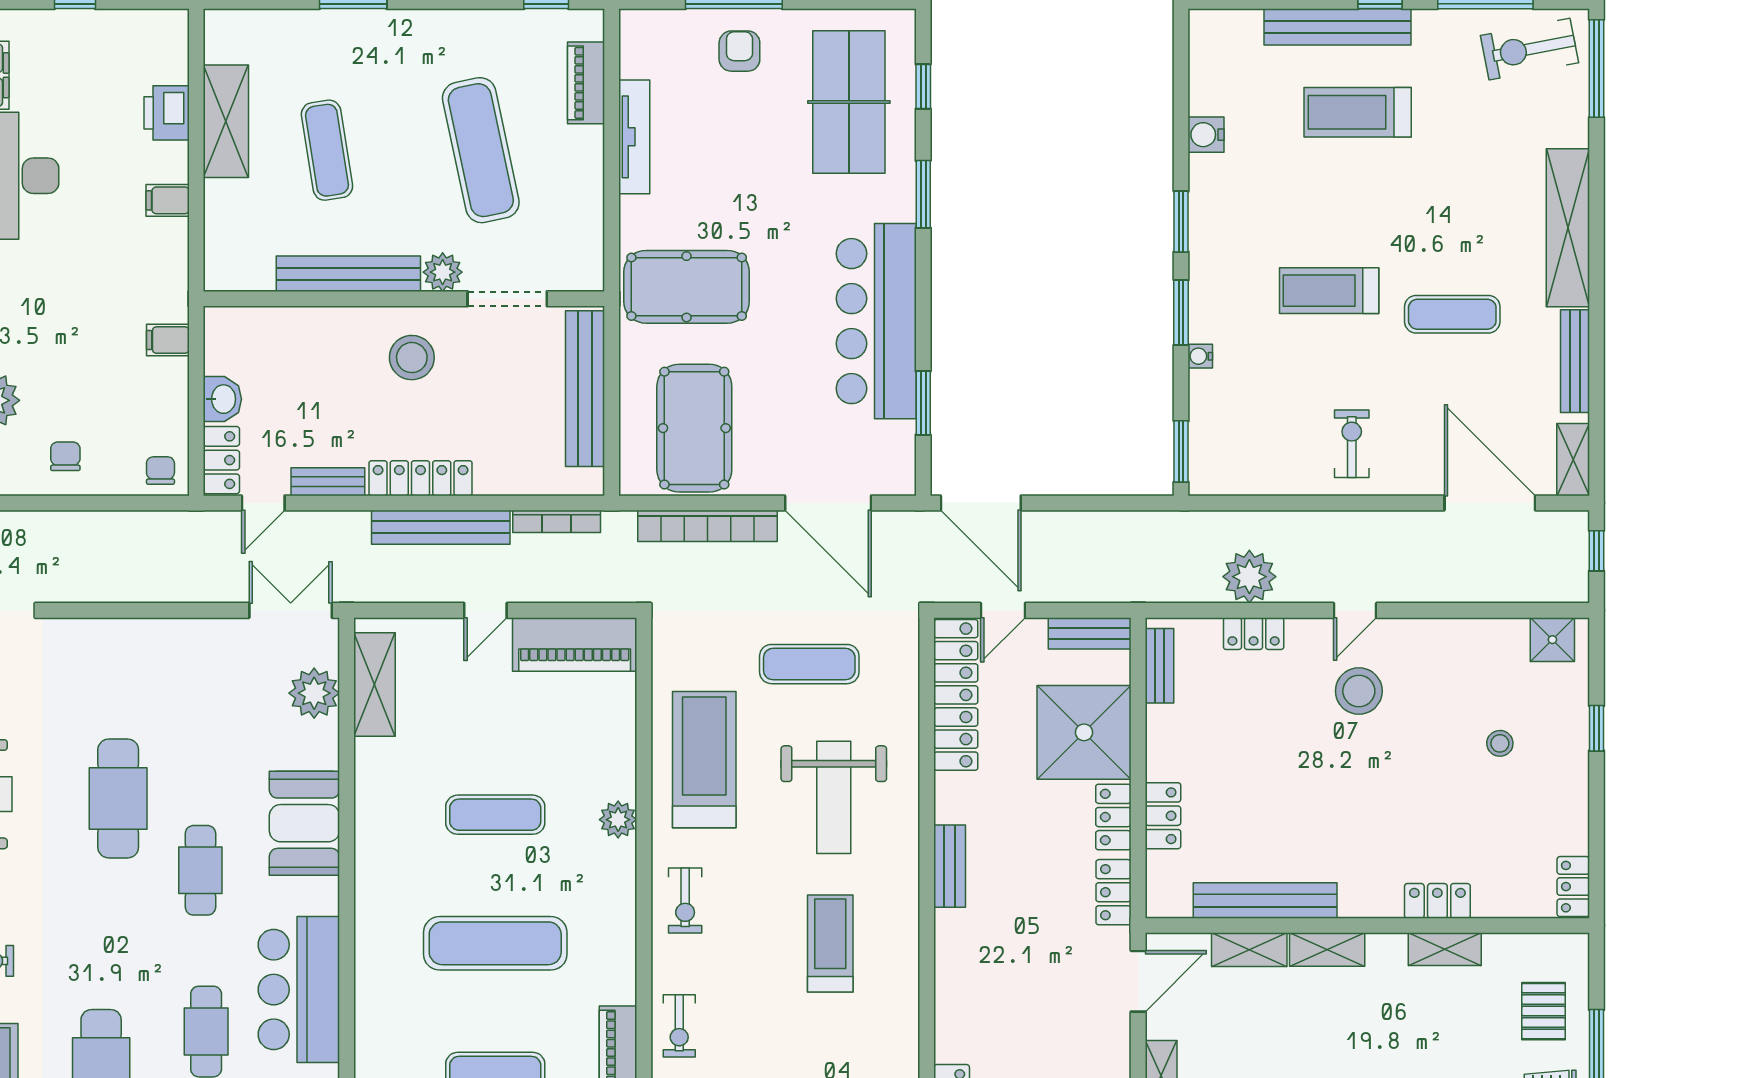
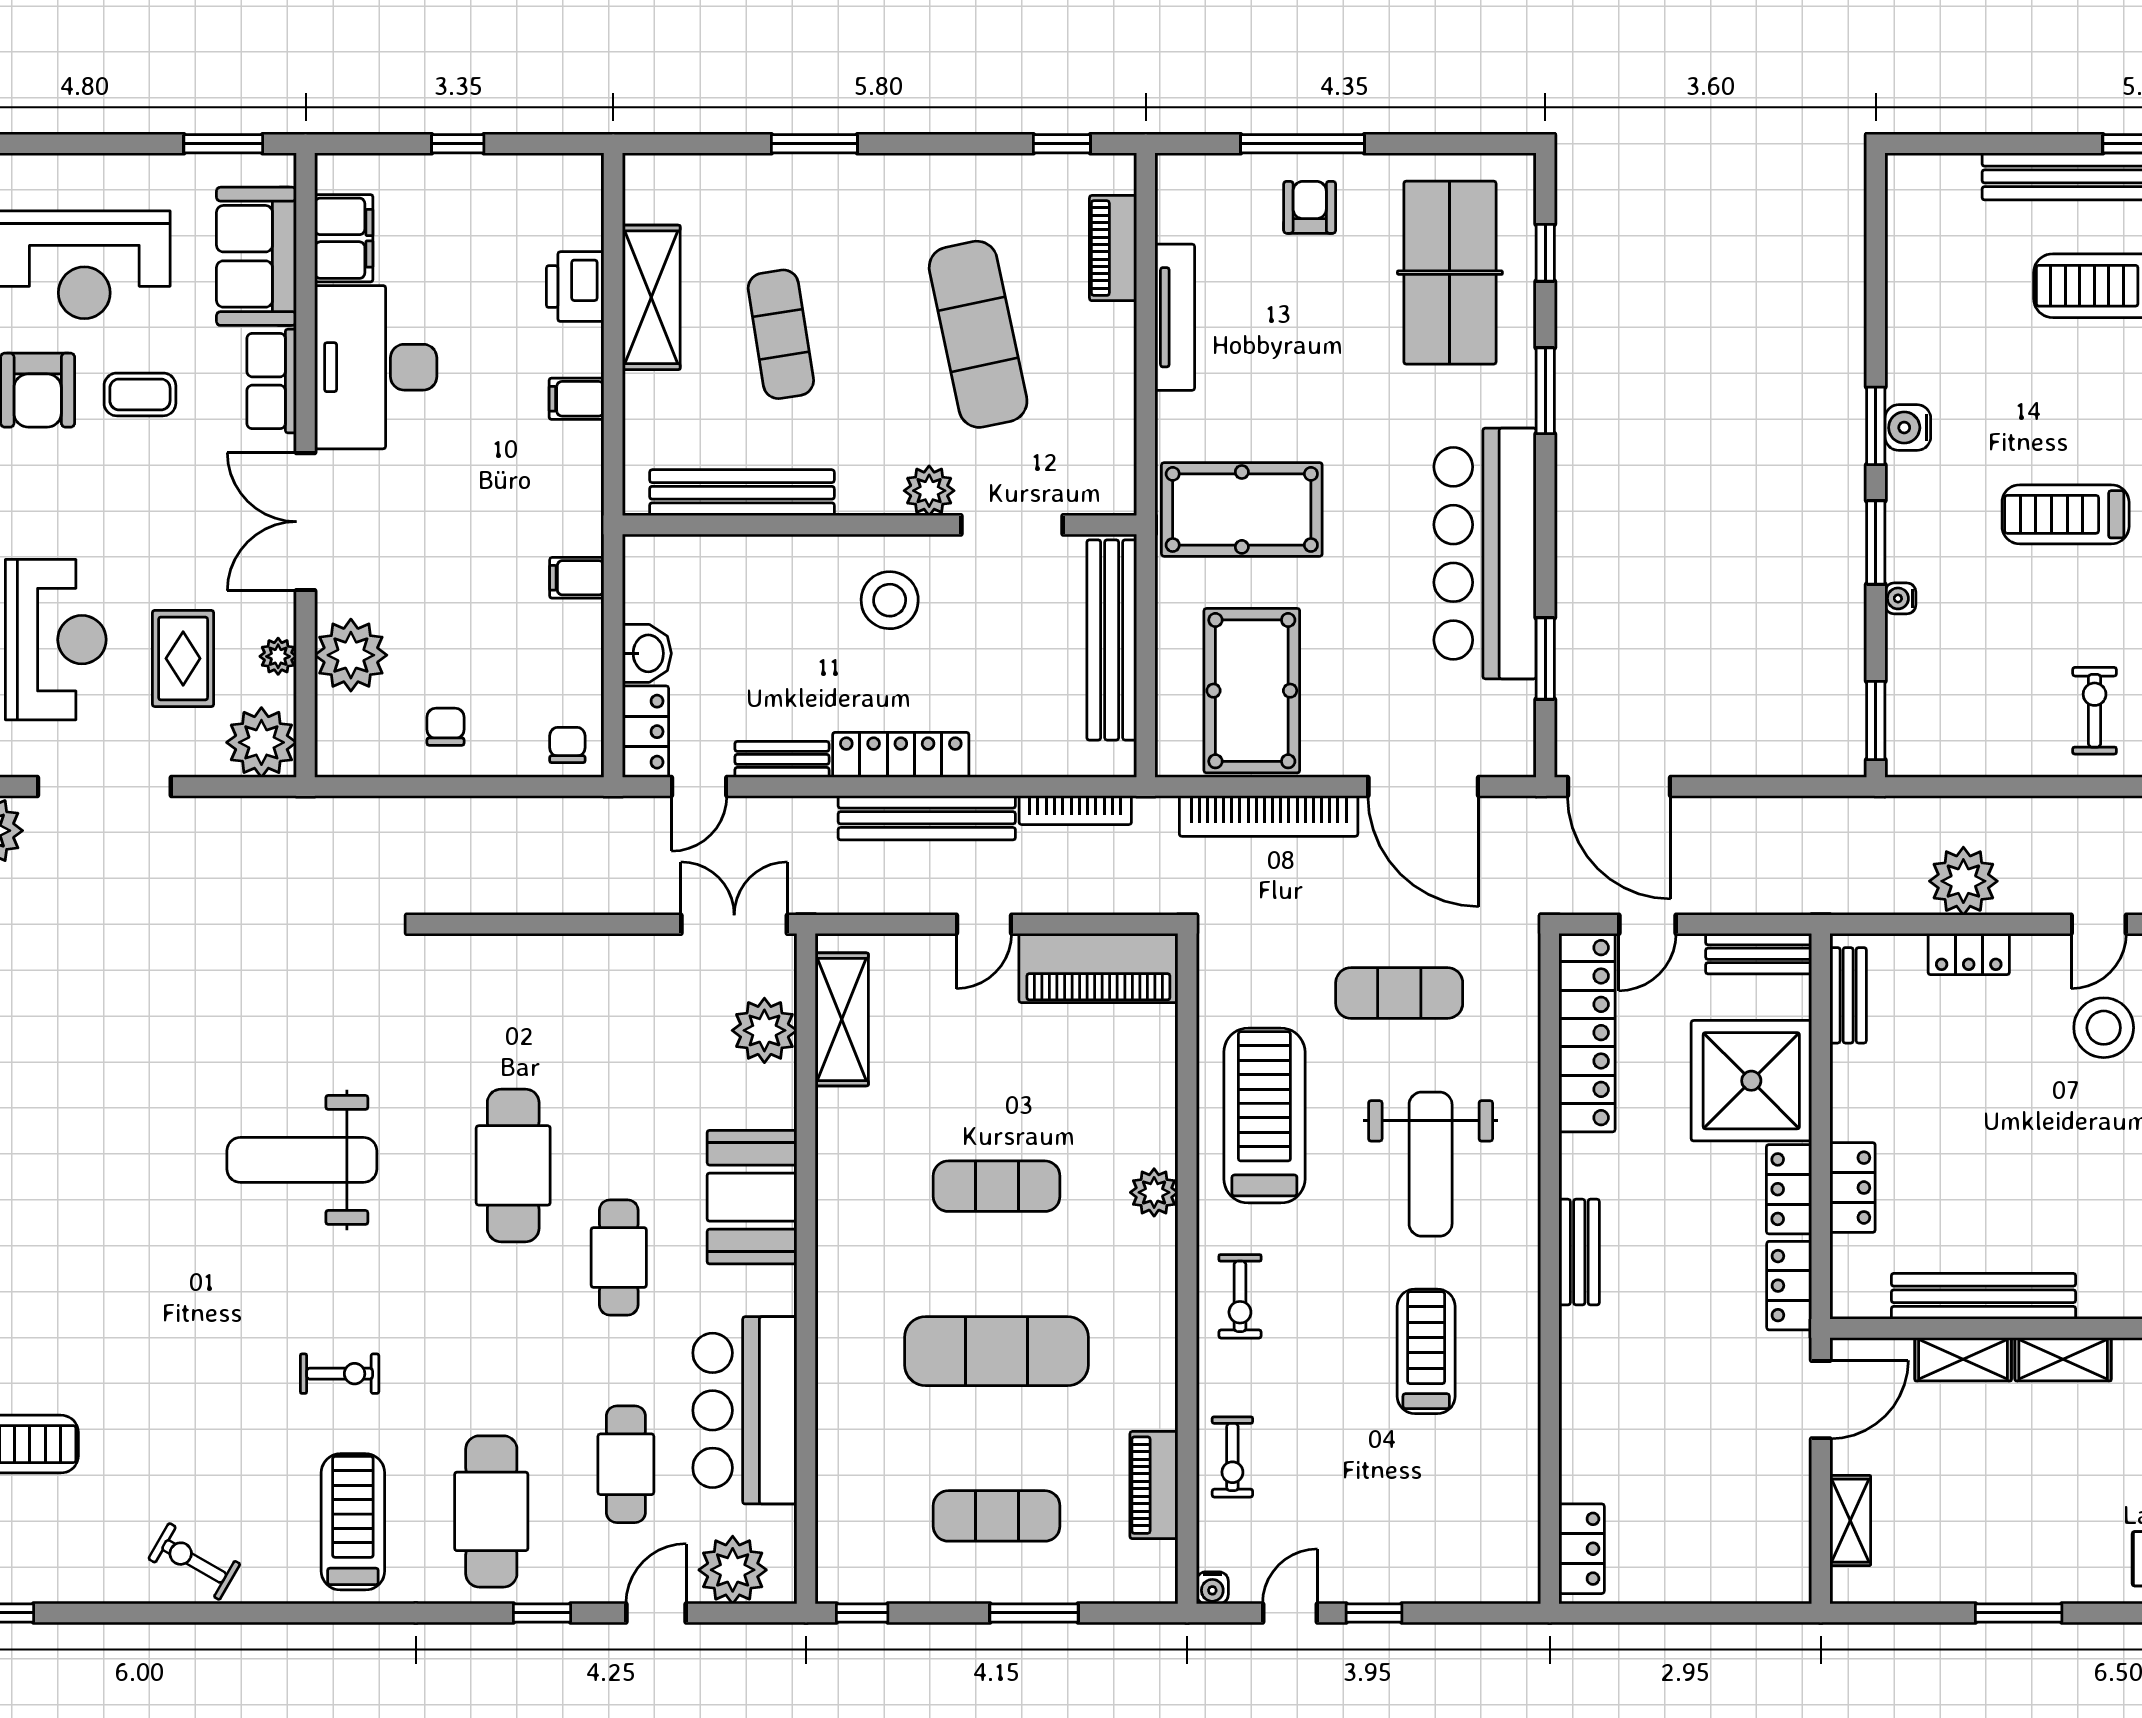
water cooler: (1206, 135) -> (1908, 428), moved
bench: (348, 274) -> (742, 493), moved

